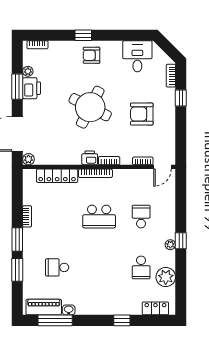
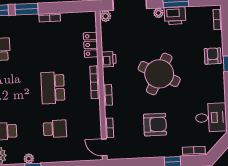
armchair: (92, 55) -> (213, 56), moved
plant: (28, 71) -> (158, 13), moved
armchair: (142, 114) -> (155, 125), turned 90
printer: (90, 158) -> (109, 59), moved
locker: (57, 176) -> (91, 45), width x0.66

